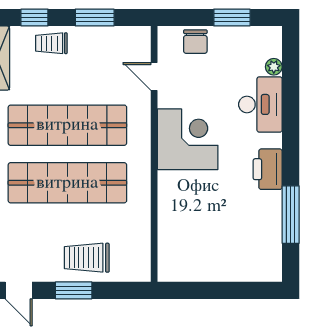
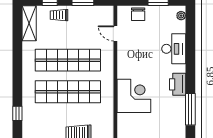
plant: (274, 67) -> (181, 16), moved
corner desk: (188, 139) -> (134, 96), moved

